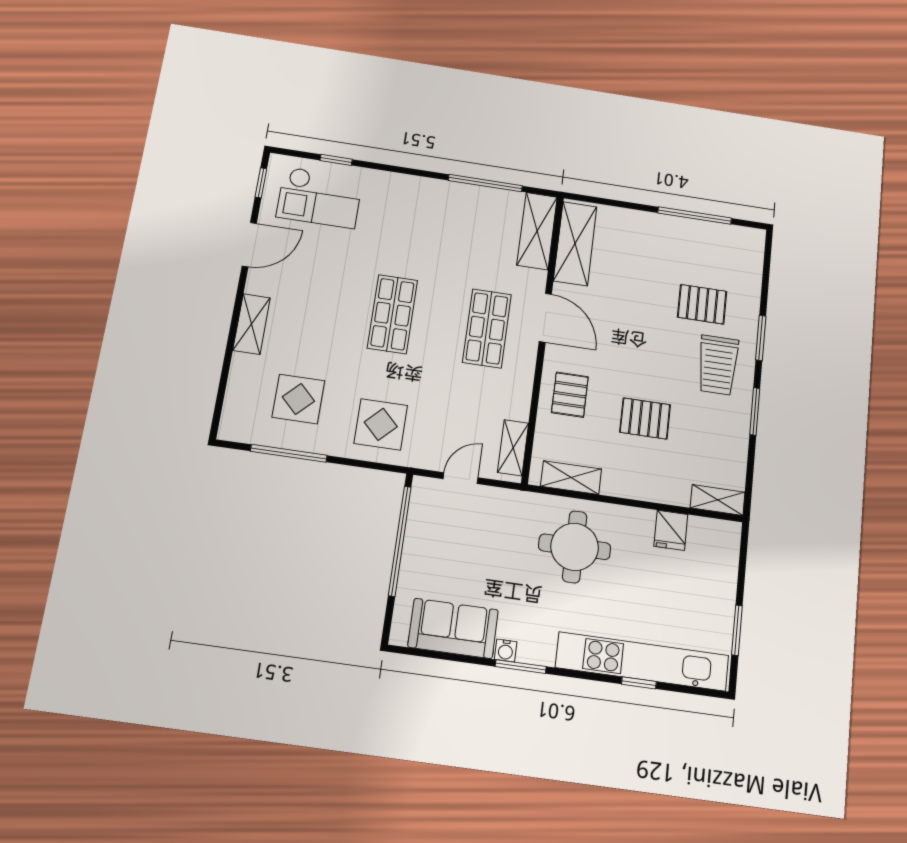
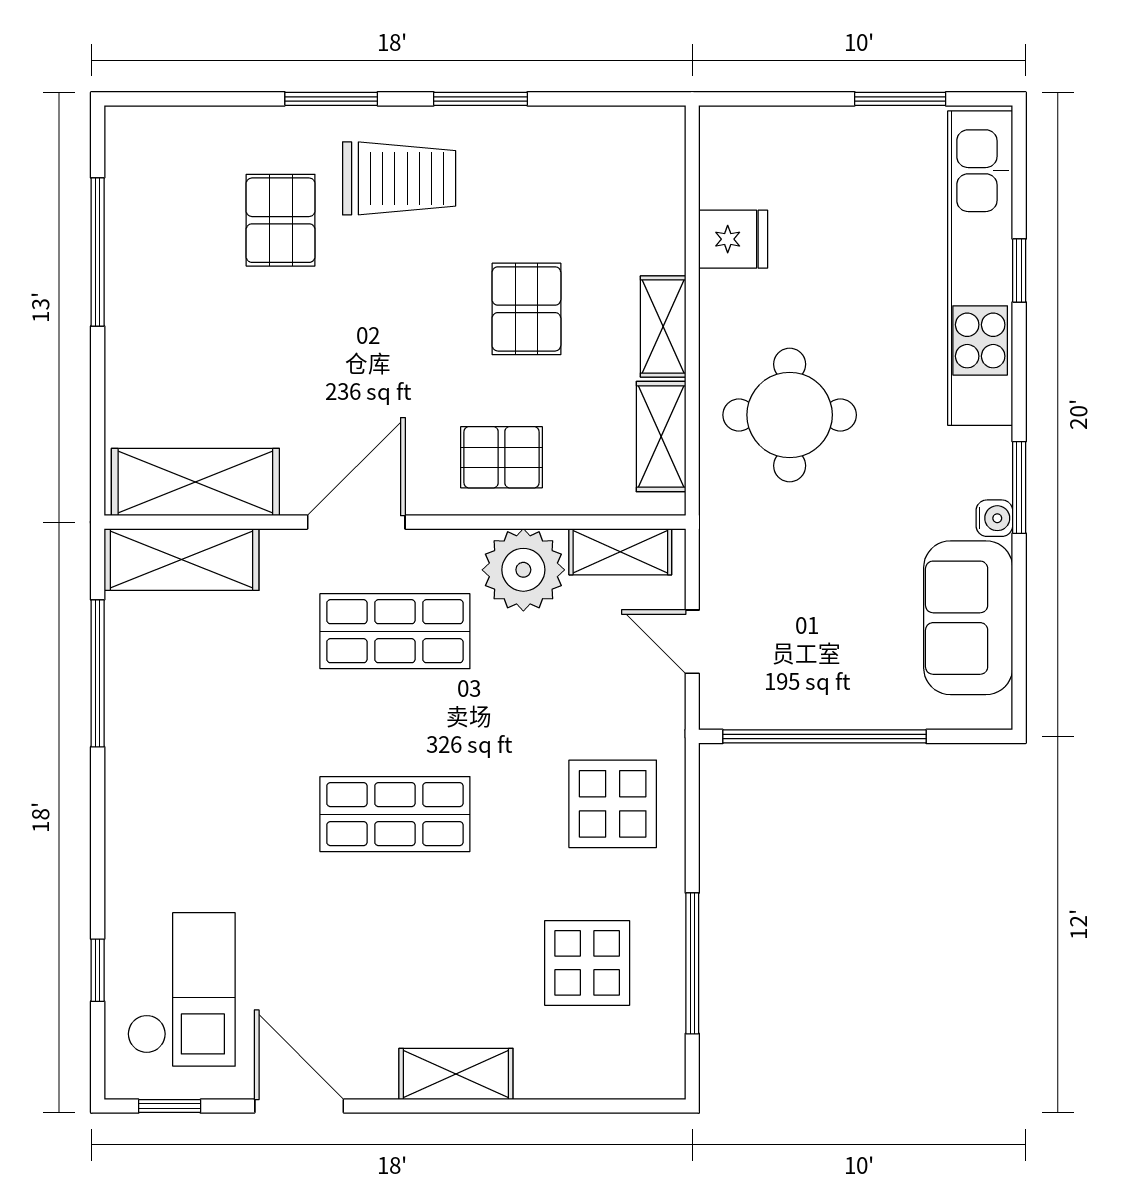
plant: (510, 397) -> (523, 570), added
shelving: (718, 500) -> (663, 327), moved

